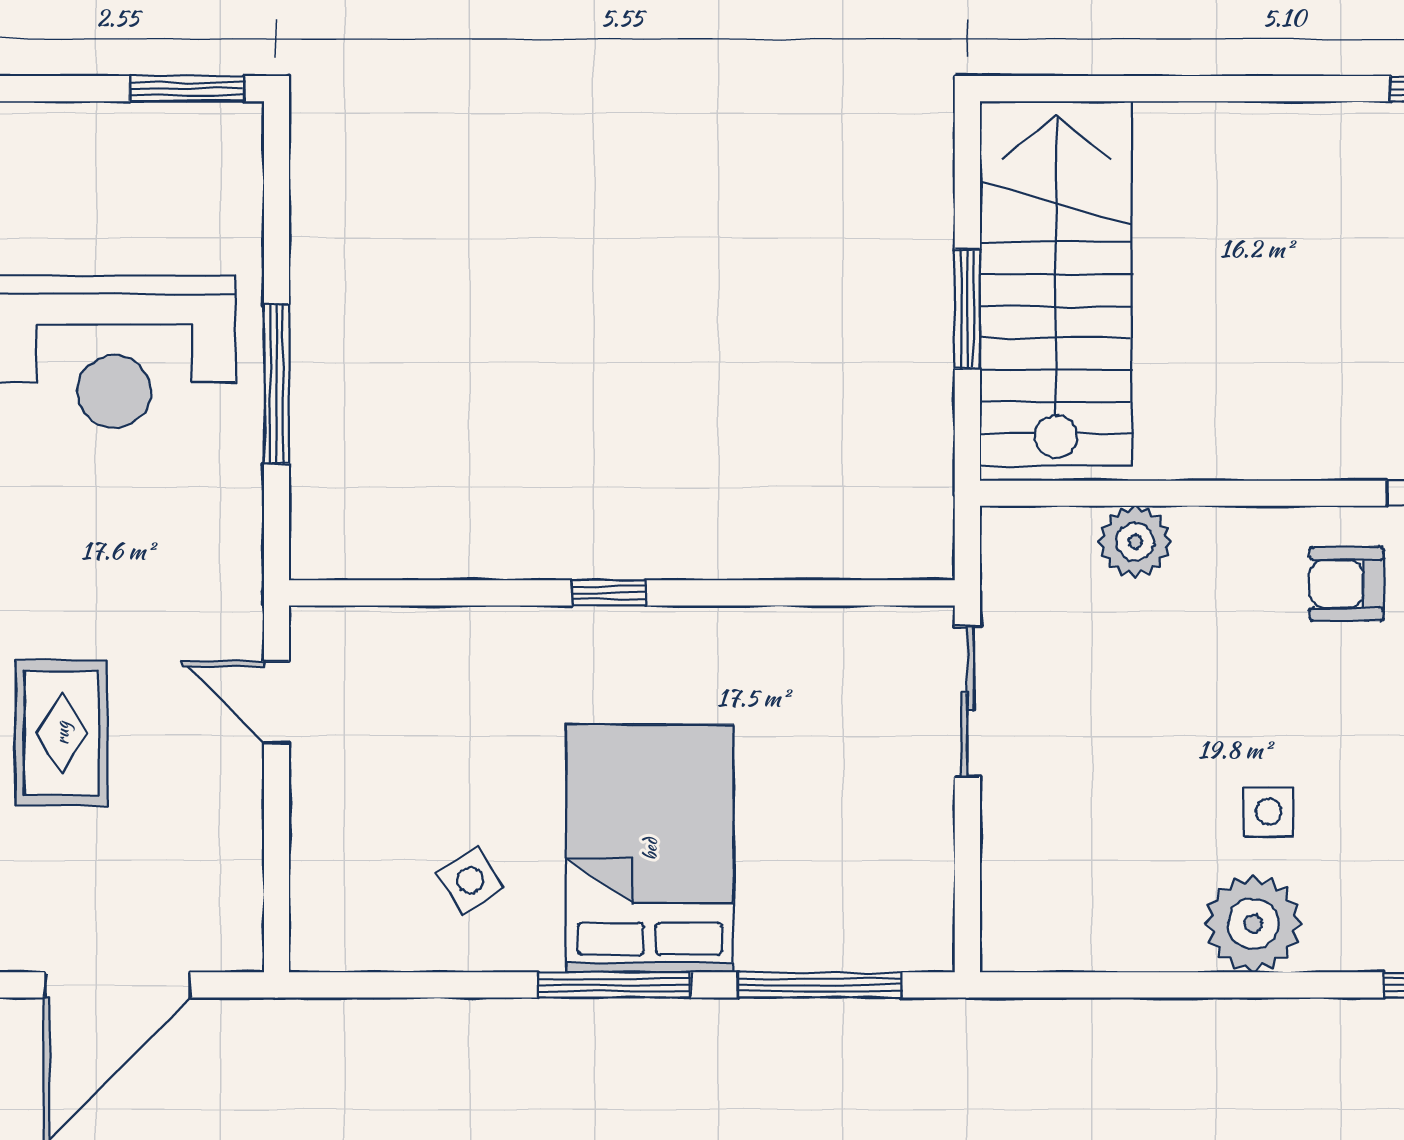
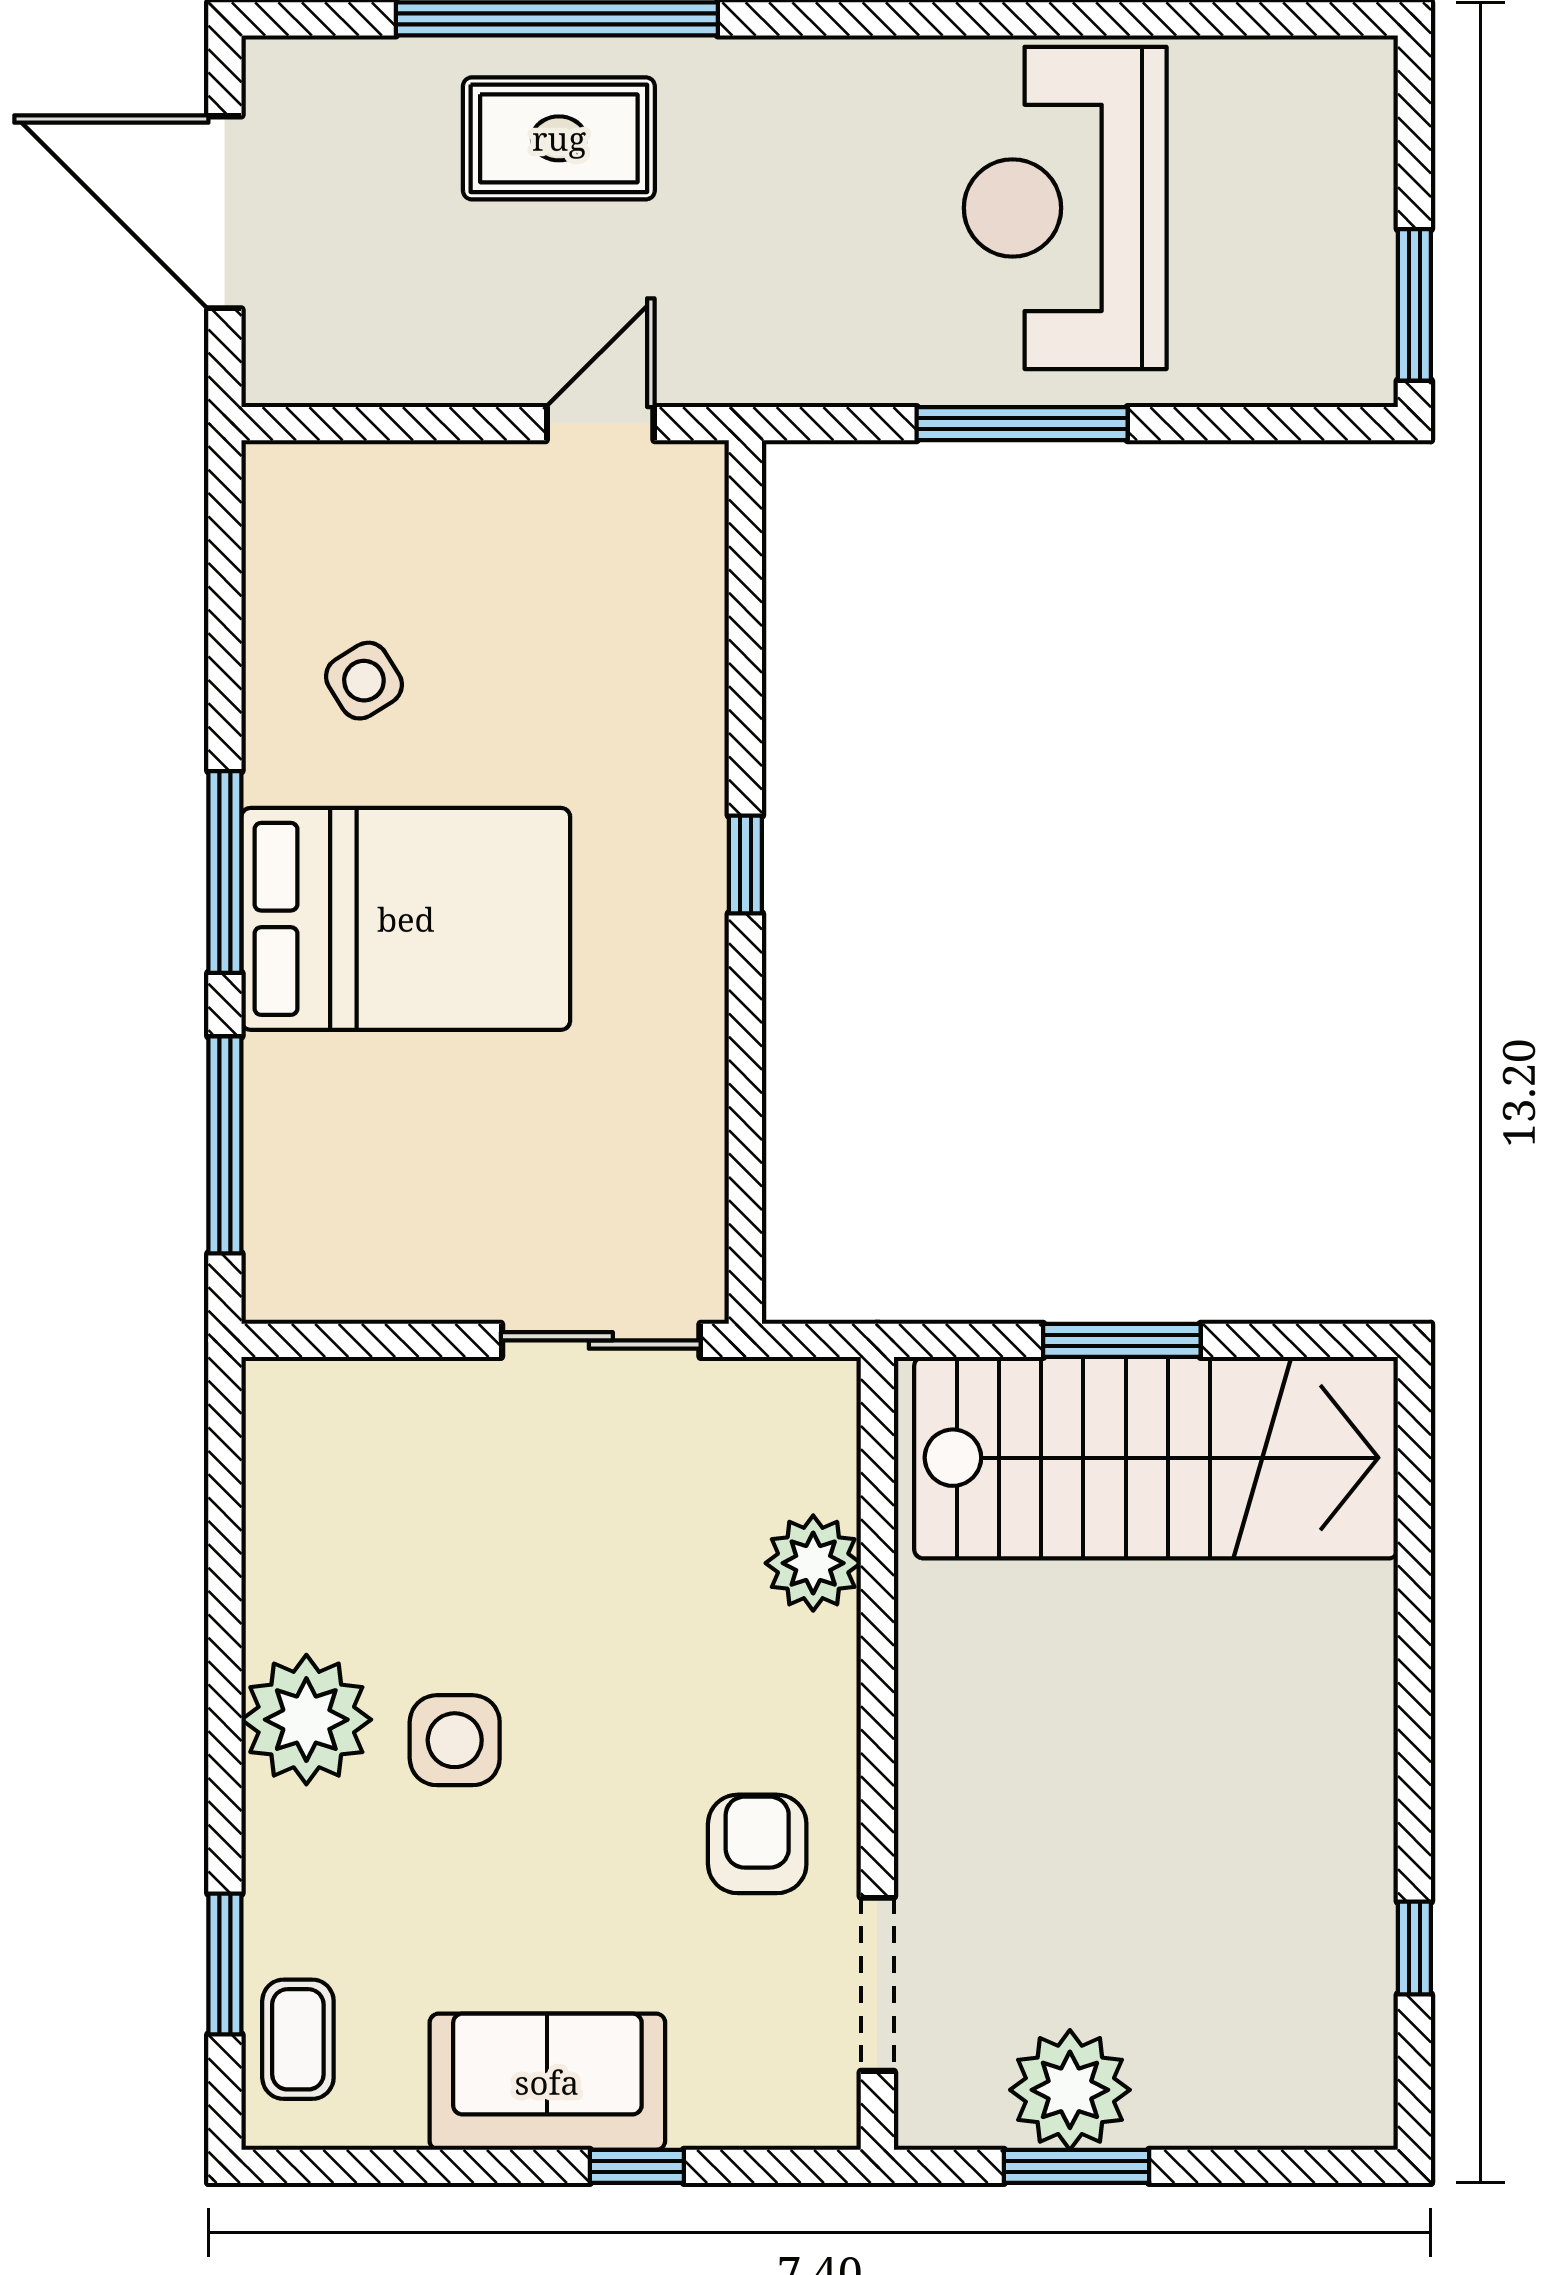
side table: (1269, 812) -> (455, 1740), width x1.37, depth x1.37

